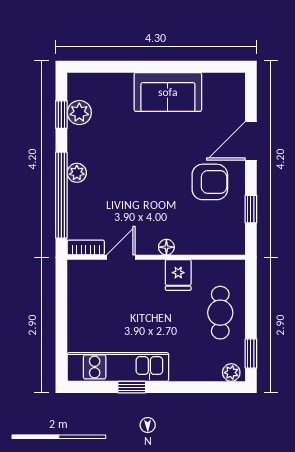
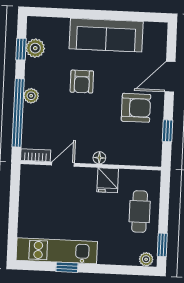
sofa: (168, 92) -> (106, 35), width x1.36
armchair: (140, 152) -> (82, 82), added

